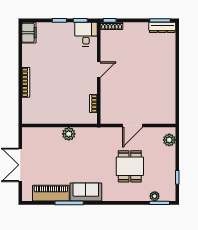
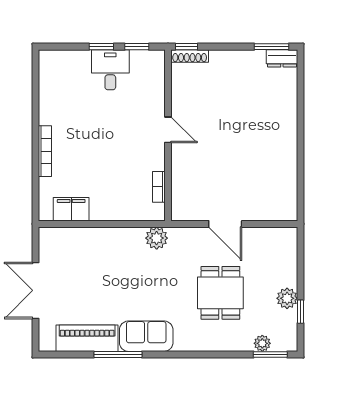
dresser: (162, 27) -> (282, 58), width x0.70
filing cabinet: (29, 33) -> (71, 209), moved, turned -90
desk: (86, 34) -> (110, 70), moved
door: (99, 70) -> (168, 130), hinge flipped
door: (133, 126) -> (225, 224), hinge flipped
plant: (69, 134) -> (157, 238), moved
plant: (169, 140) -> (287, 298), moved

